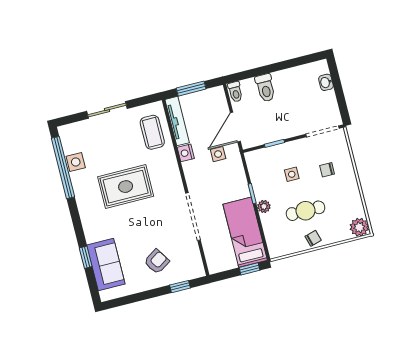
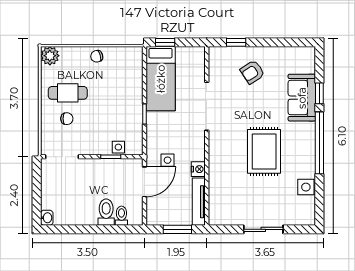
washbasin: (326, 82) -> (47, 218), moved
toilet: (235, 92) -> (121, 216), moved
coffee table: (152, 132) -> (225, 197), removed
window: (63, 168) -> (319, 143), moved
side table: (292, 174) -> (118, 147), moved
rug: (126, 187) -> (264, 151), turned 90
plant: (264, 206) -> (136, 99), removed
cafe table: (305, 211) -> (68, 93), moved
sofa: (106, 265) -> (302, 98), moved

